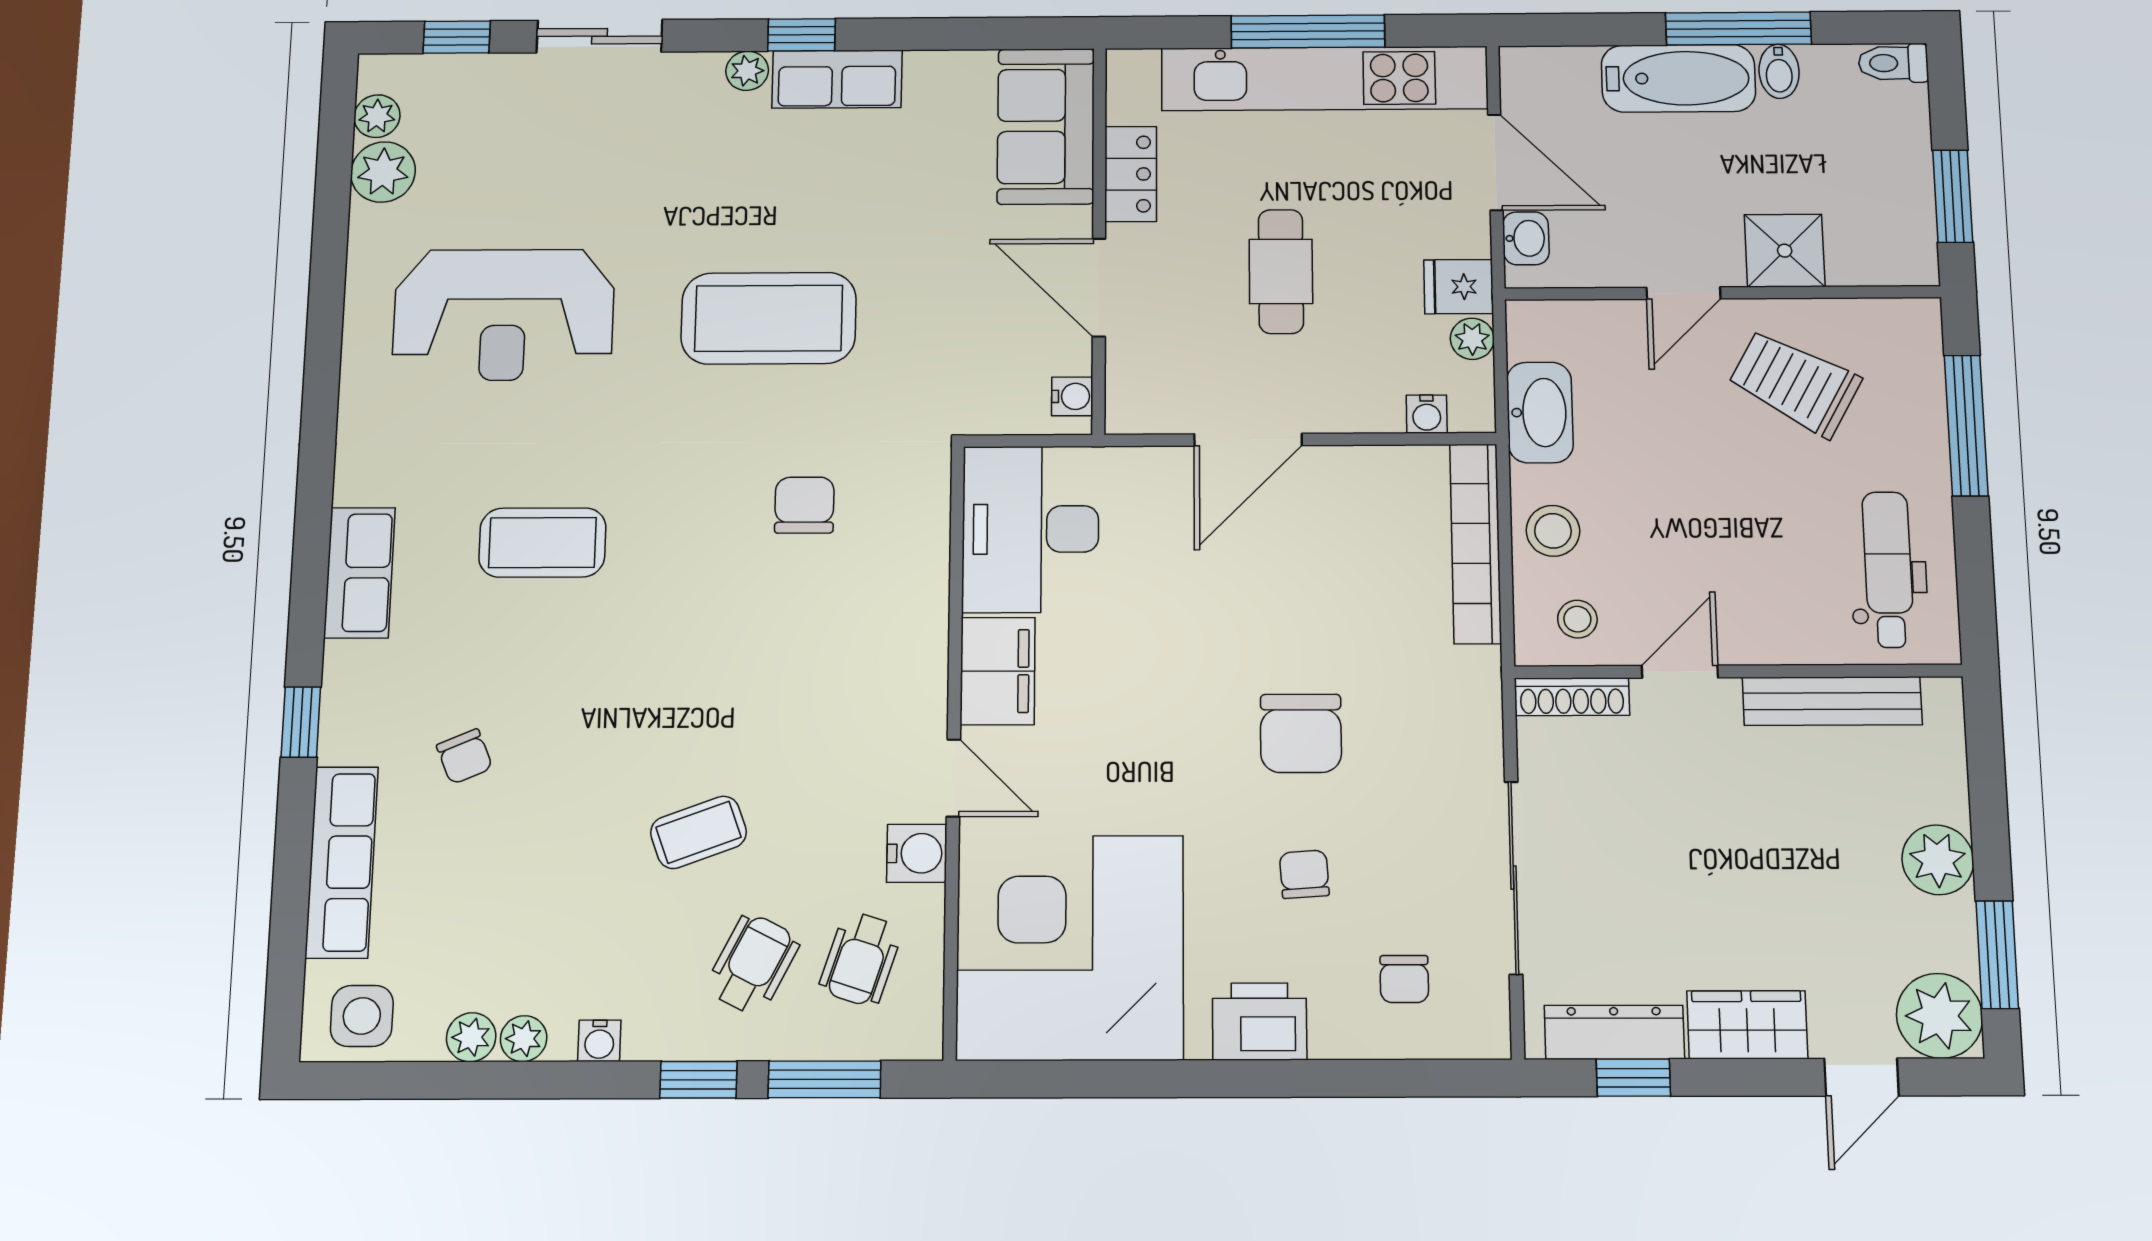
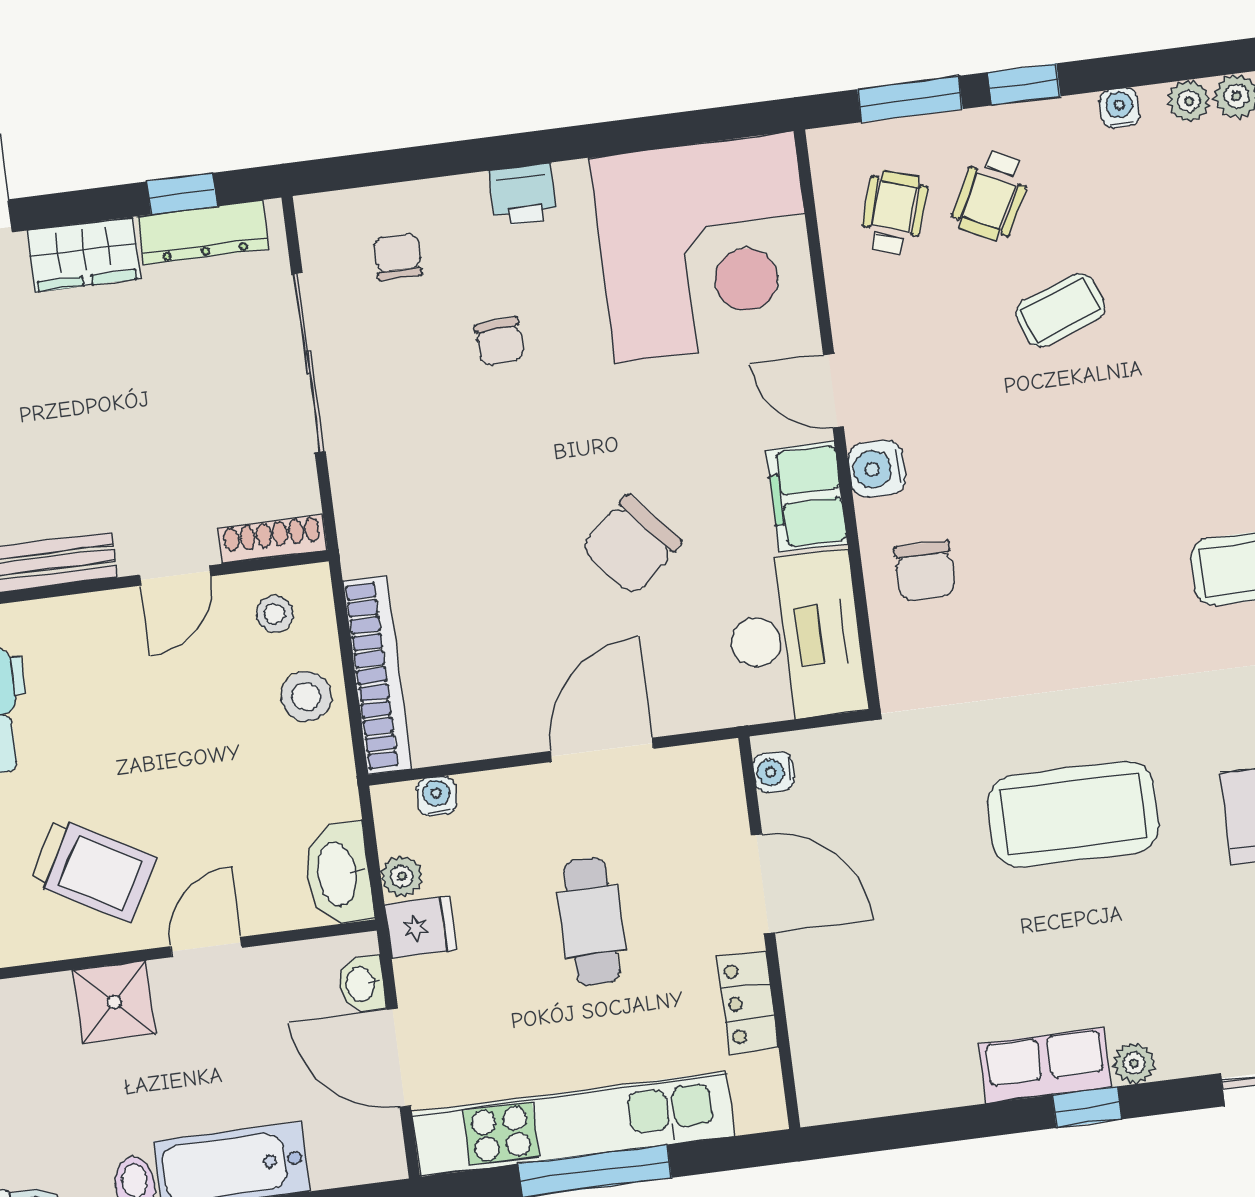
sofa: (1046, 126) -> (836, 1042), removed
washbasin: (1540, 412) -> (338, 874), moved
chair: (804, 505) -> (925, 571), moved
chair: (1301, 733) -> (631, 545), moved, turned -131
water cooler: (917, 853) -> (877, 469), moved
printer: (1260, 1021) -> (523, 195), width x0.73, depth x0.81

